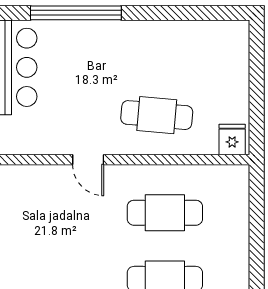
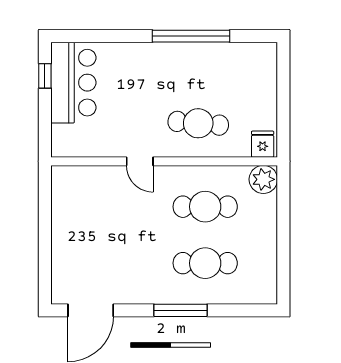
window: (76, 13) -> (191, 36), moved
plant: (233, 181) -> (263, 179), added

